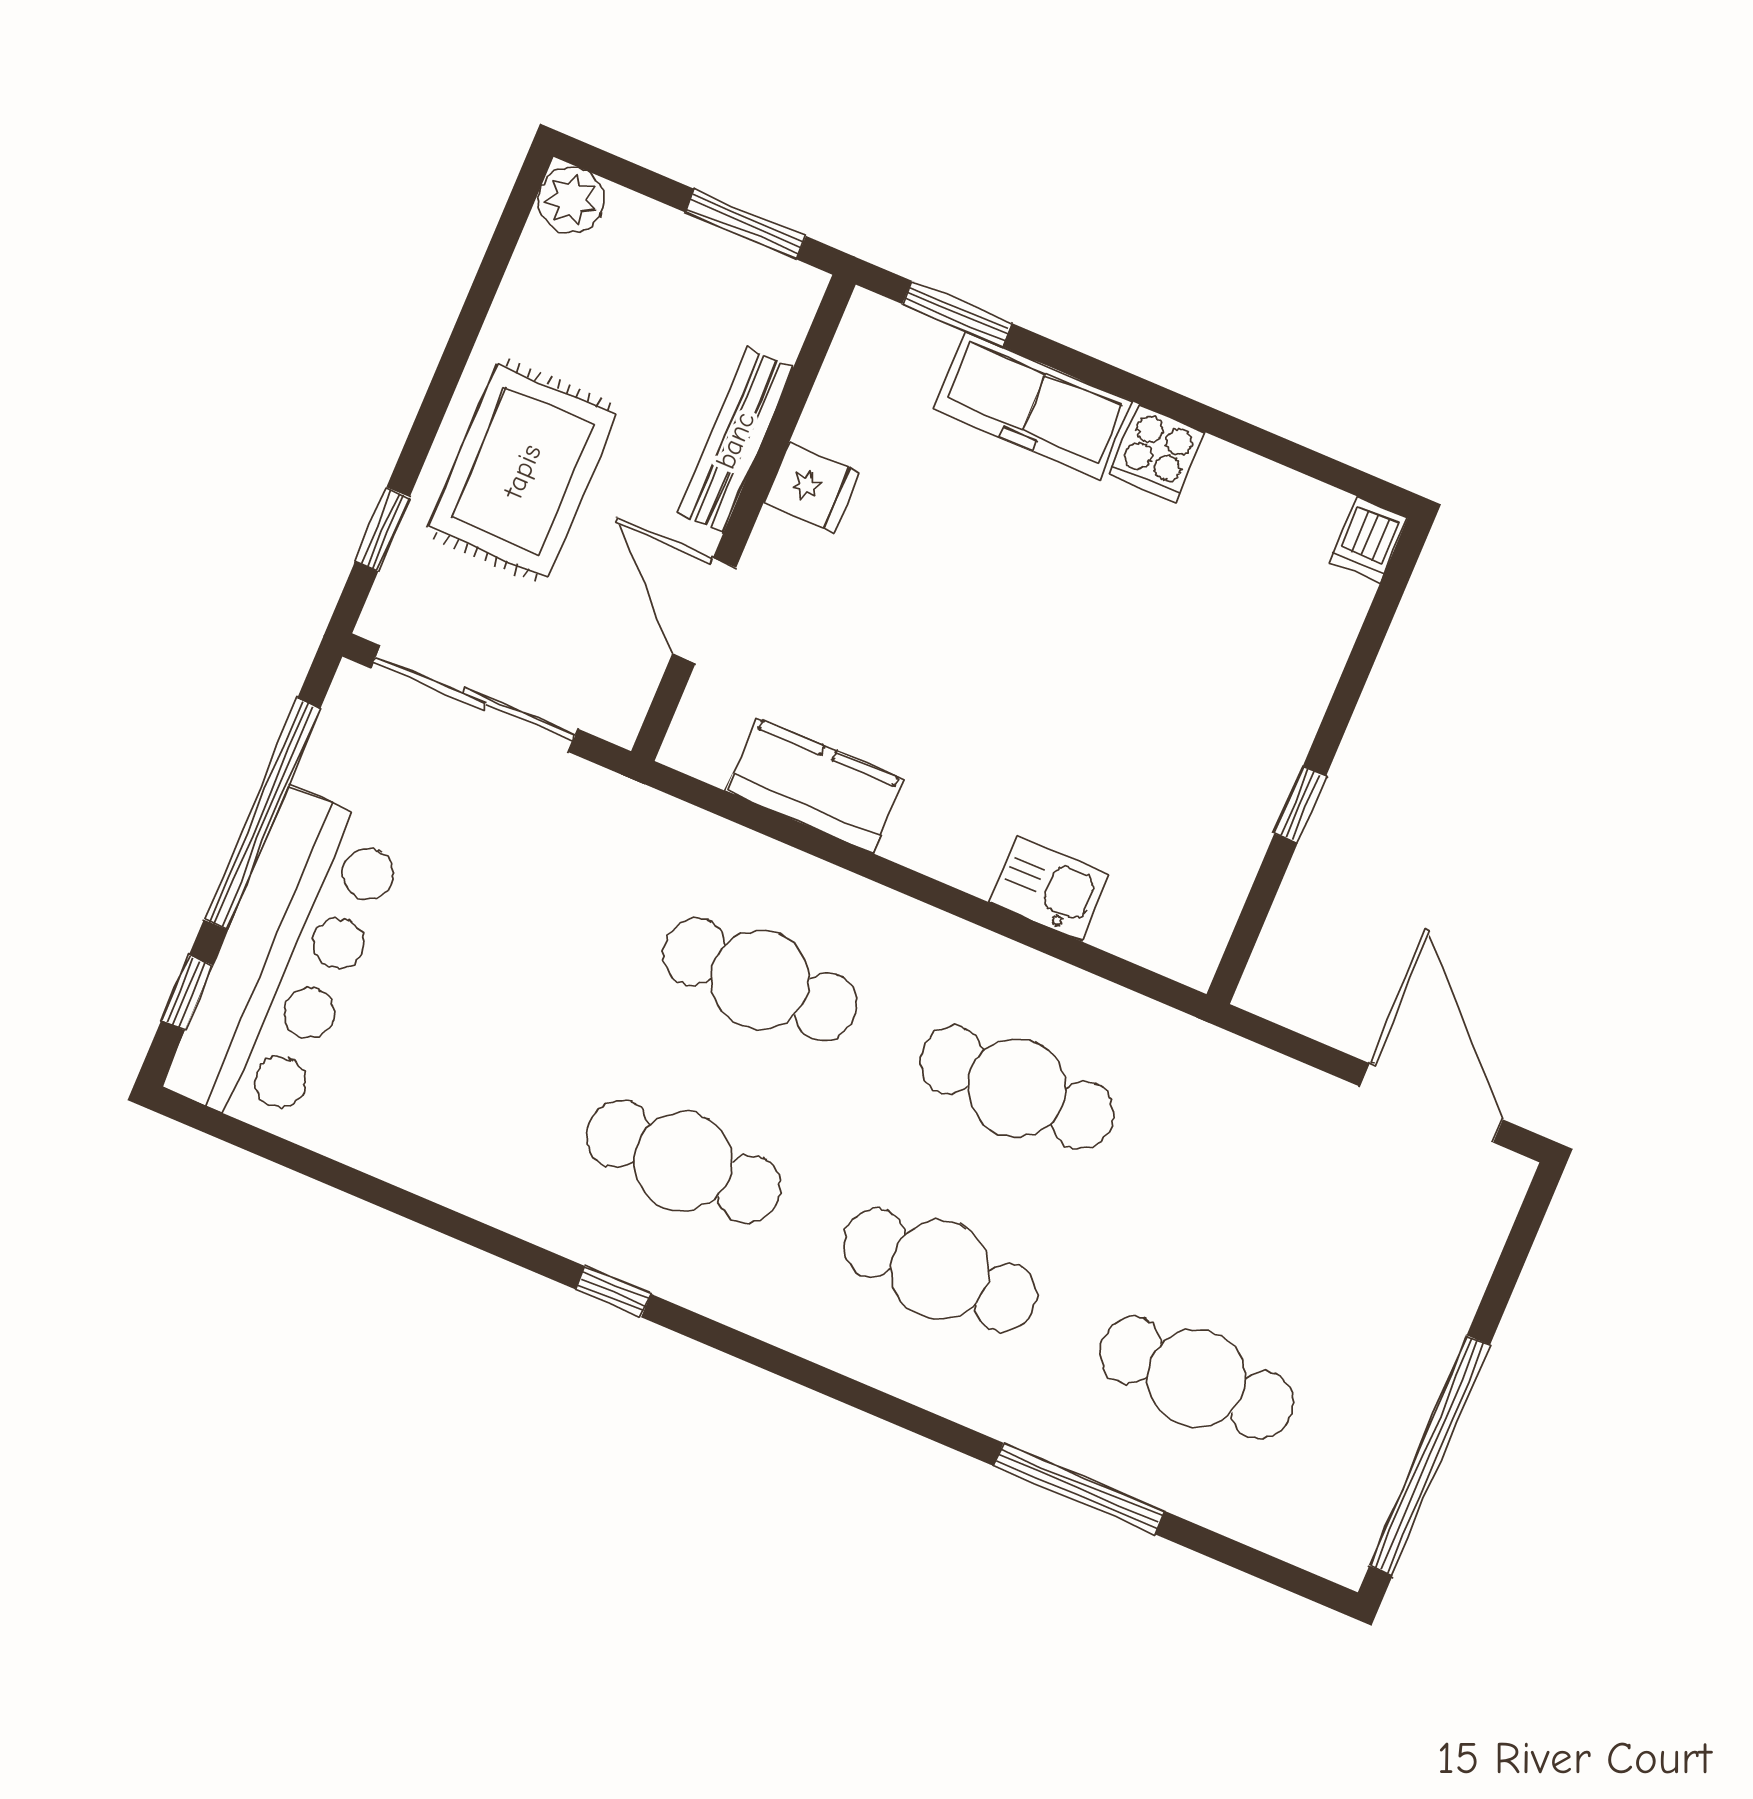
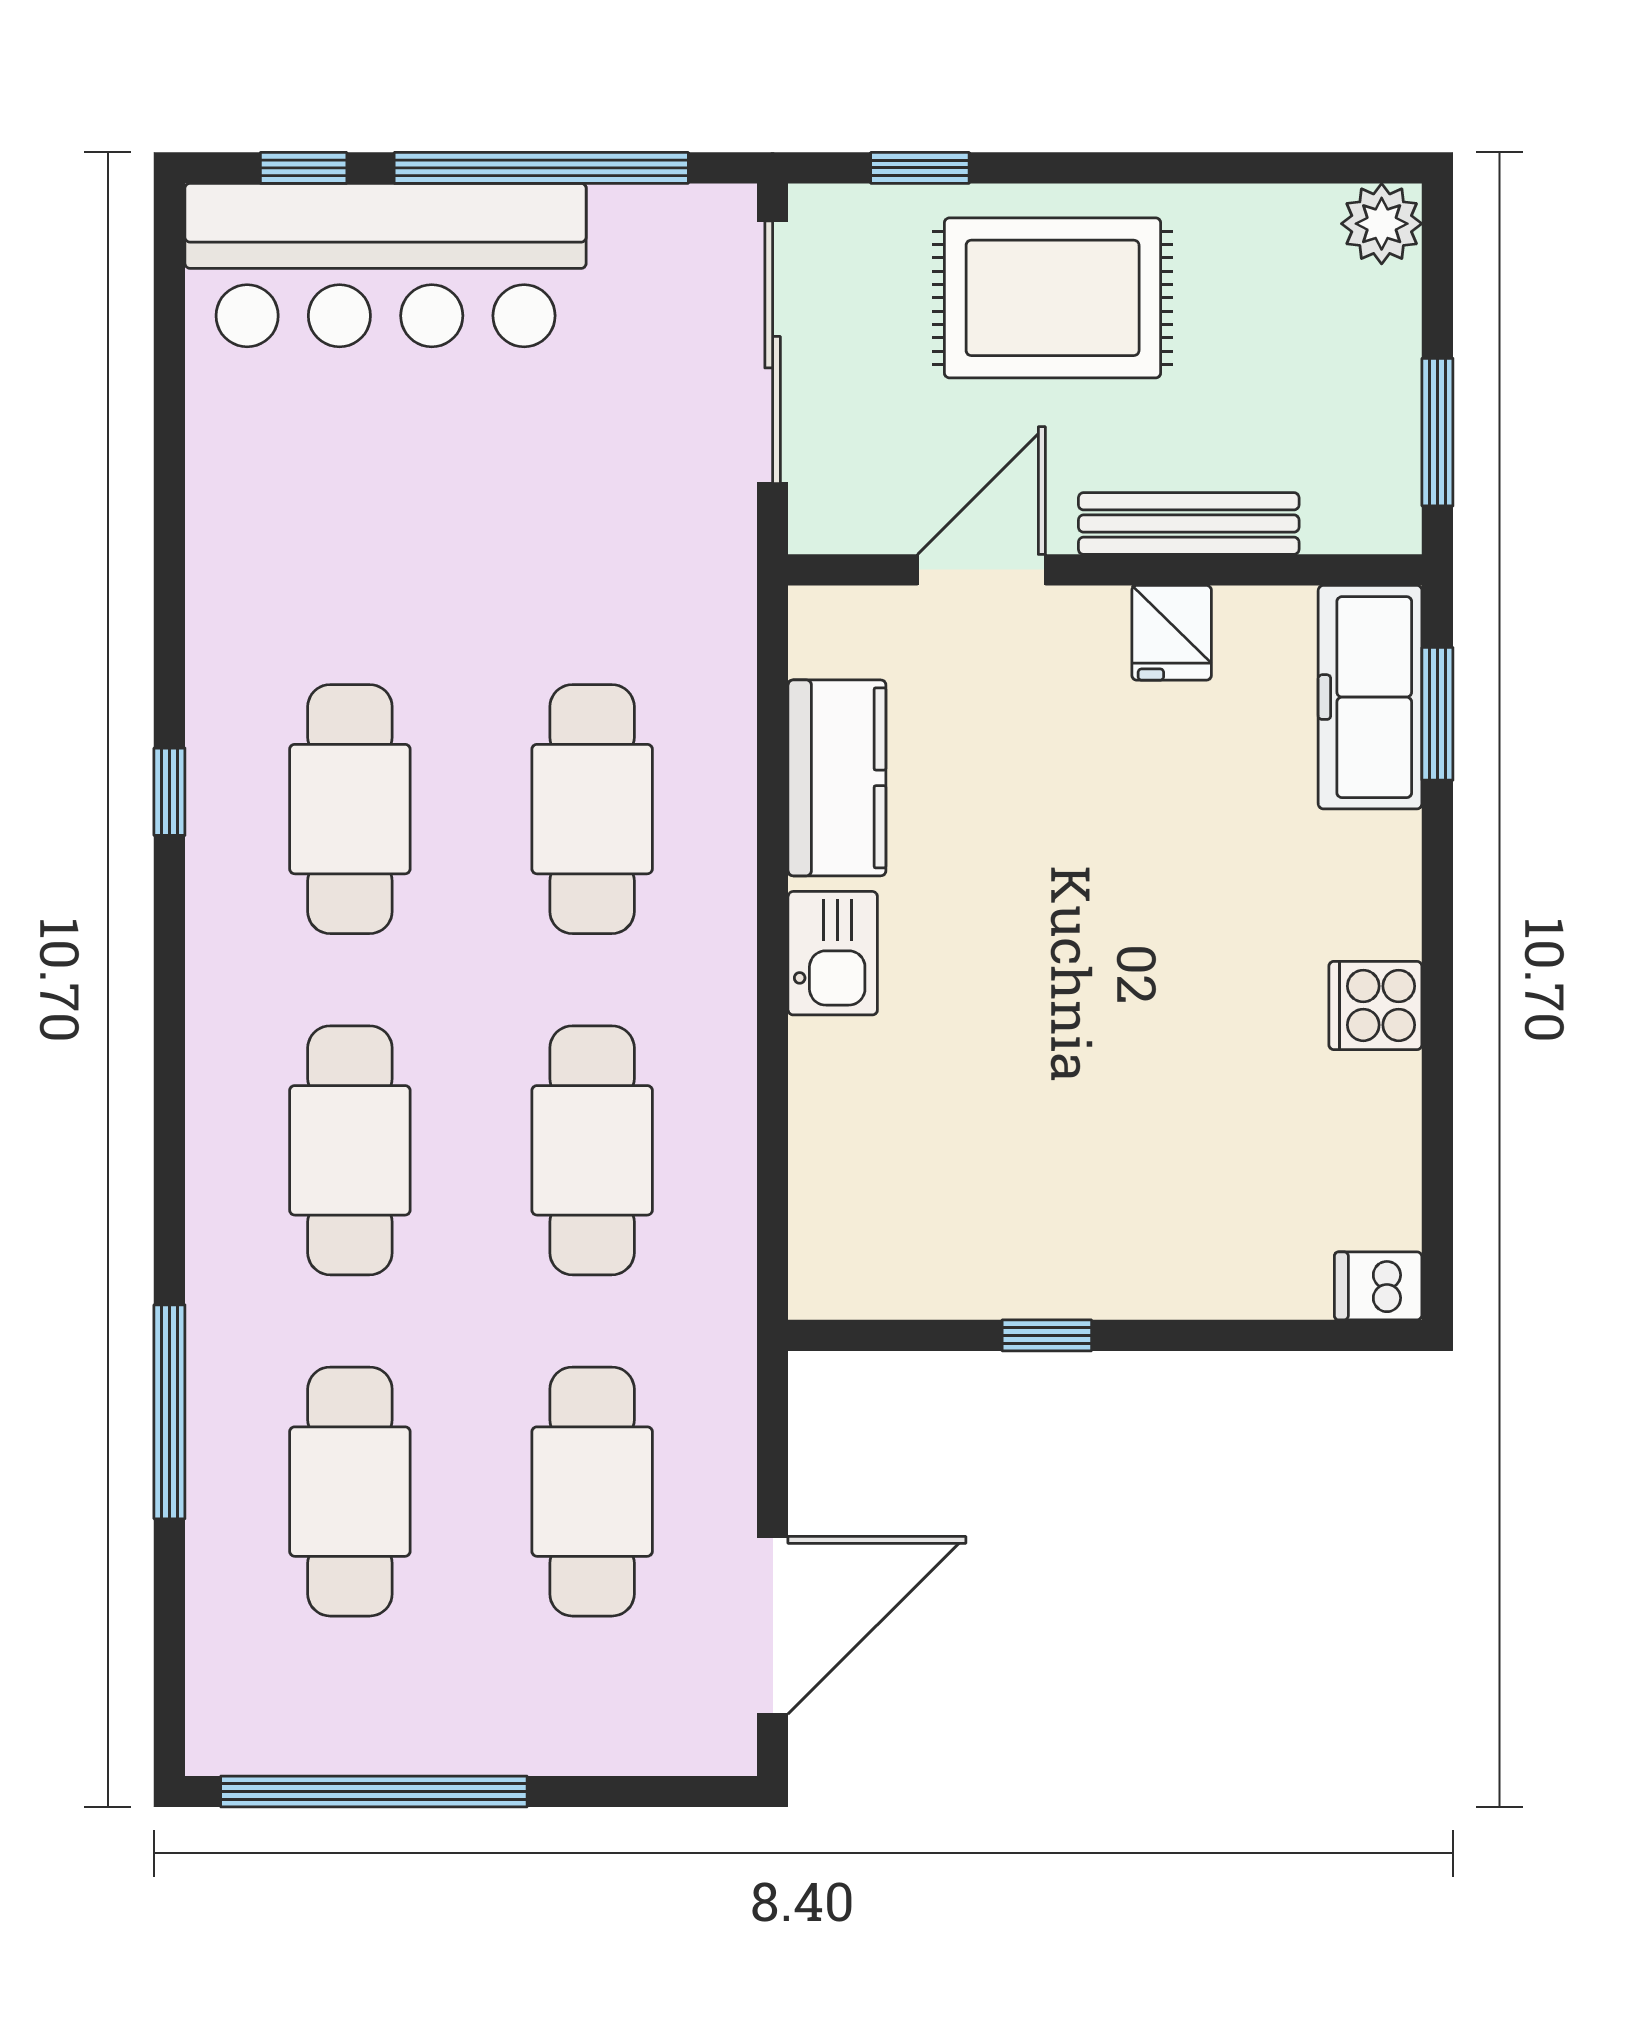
freezer: (1033, 405) -> (1370, 697), moved
kitchen sink: (1049, 888) -> (833, 953), moved
cafe table: (1273, 1196) -> (592, 1492), added

